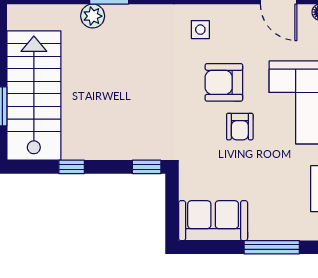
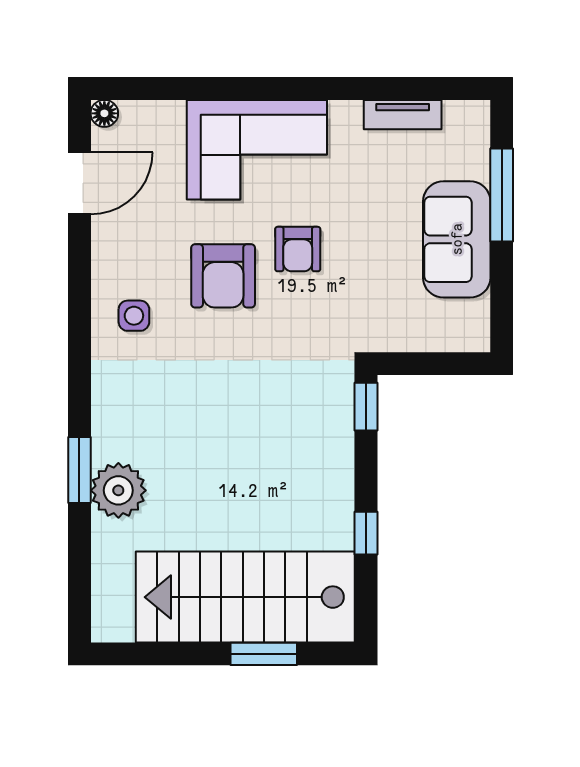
plant: (93, 16) -> (118, 490), width x1.36, depth x1.36
armchair: (240, 127) -> (298, 249), turned 90
sofa: (213, 221) -> (457, 239), moved

